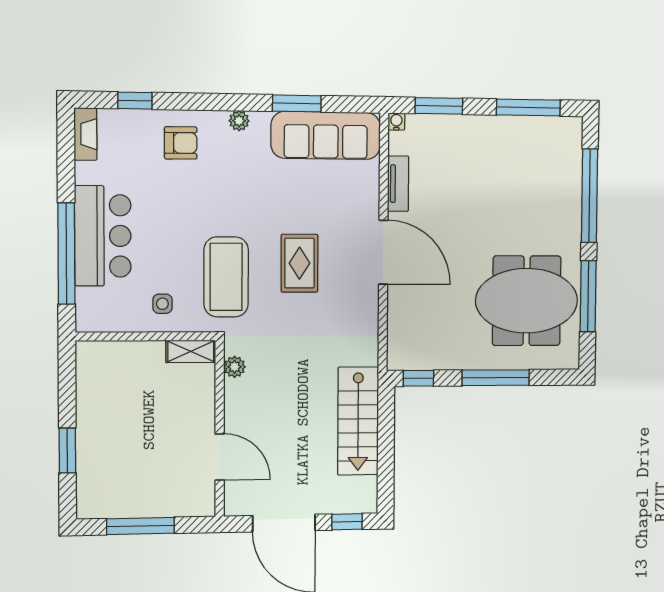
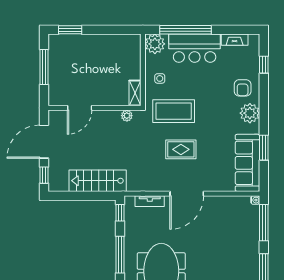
window: (439, 106) -> (264, 223), width x1.44
plant: (239, 121) -> (250, 113), width x1.88, depth x1.88
fireplace: (85, 134) -> (235, 40), moved
tv unit: (398, 184) -> (150, 201), moved
plant: (95, 313) -> (155, 44), added
window: (67, 450) -> (70, 30), moved

